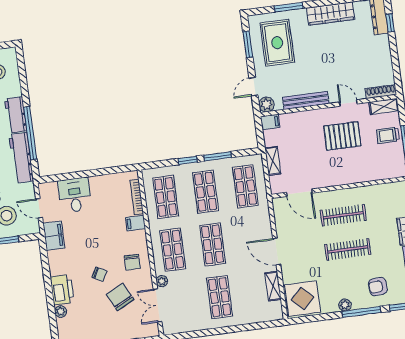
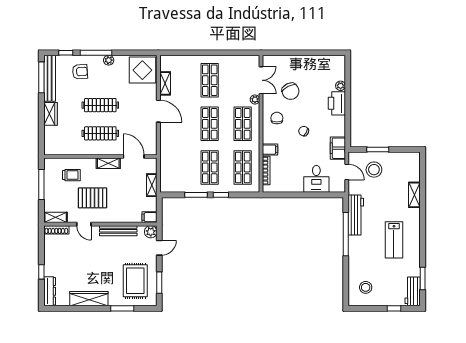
window: (390, 23) -> (41, 272), moved
workbench: (16, 115) -> (356, 250), removed
trolley: (388, 135) -> (71, 175), moved
shelving: (329, 180) -> (108, 163), added
shop shelf: (245, 186) -> (177, 167), removed
chair: (99, 274) -> (304, 131), moved

